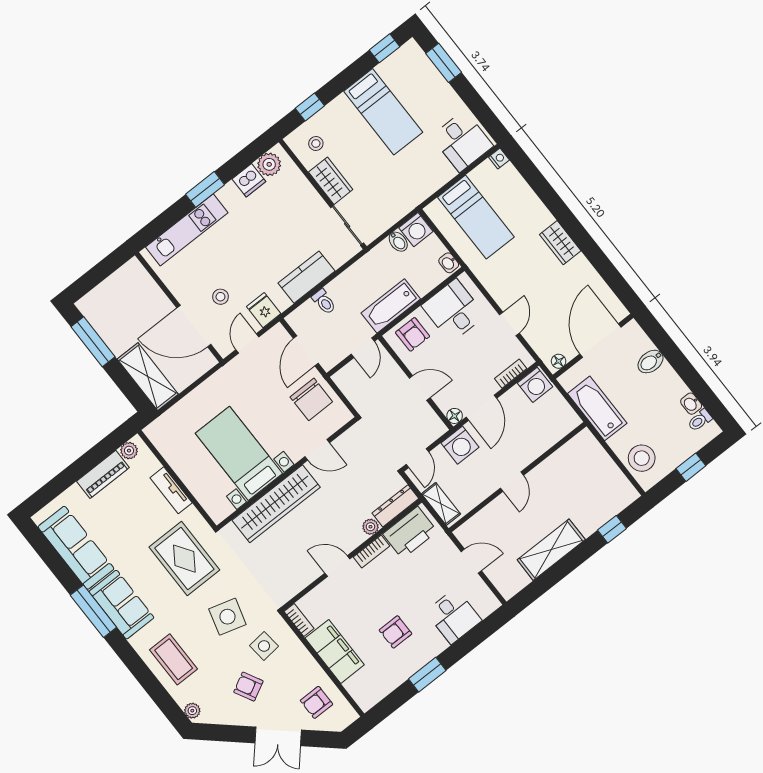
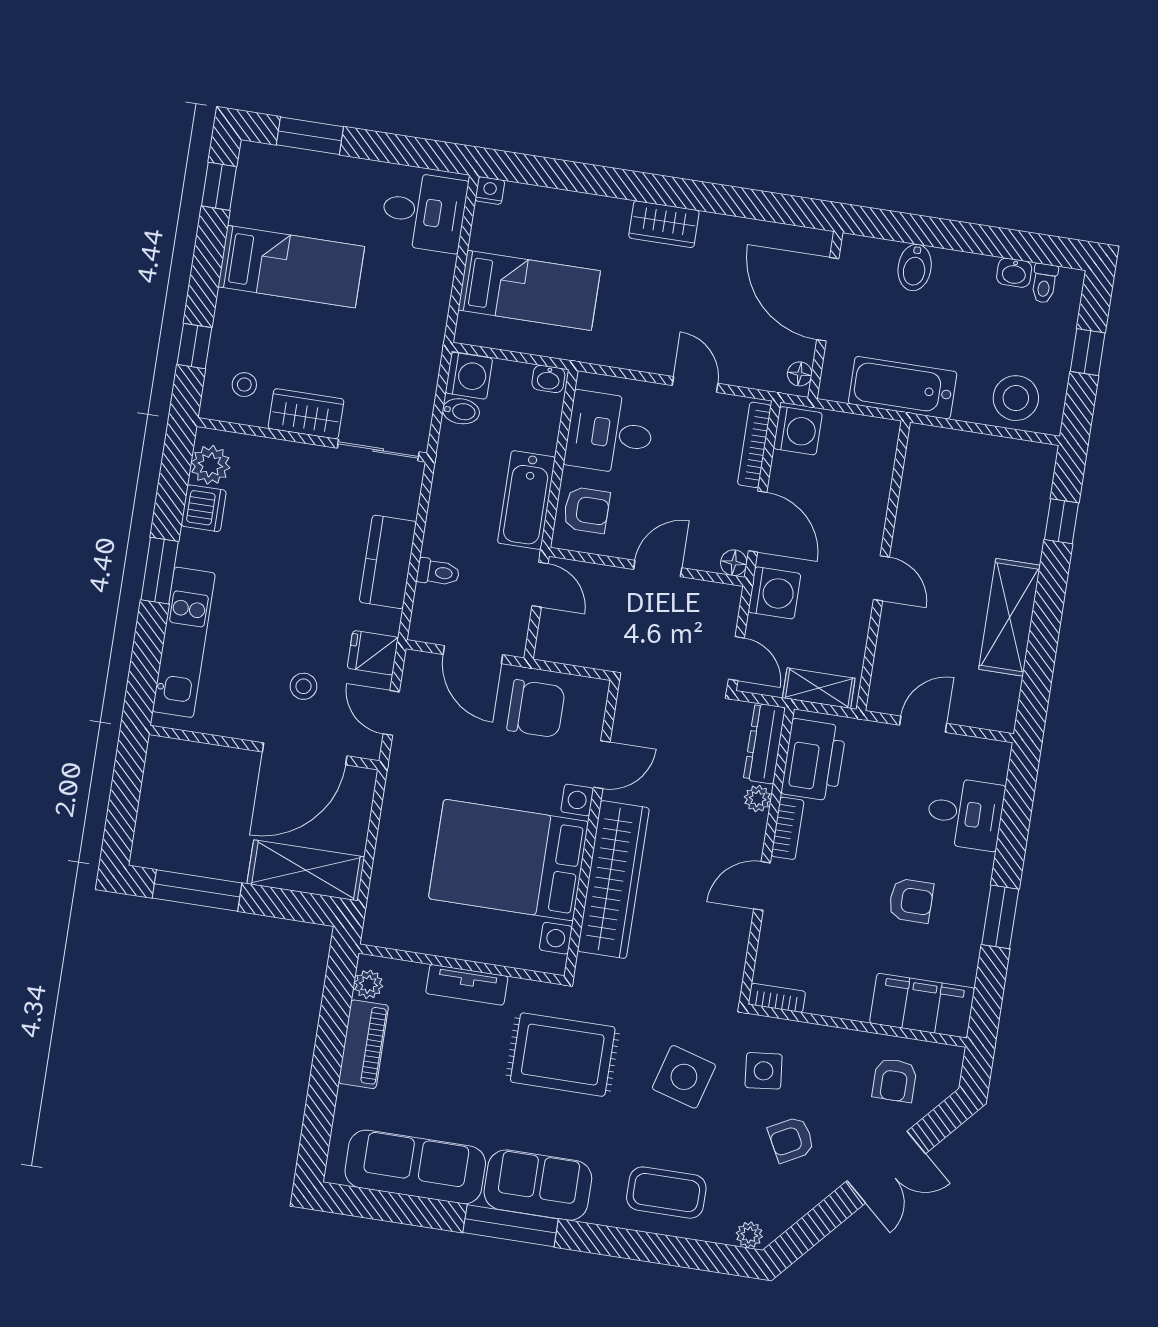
bookcase: (511, 374) -> (754, 445), width x1.56
bed with nightstands: (239, 453) -> (509, 860), width x1.36
armchair: (395, 632) -> (911, 901), turned -90
filing cabinet: (335, 651) -> (922, 1006), moved

